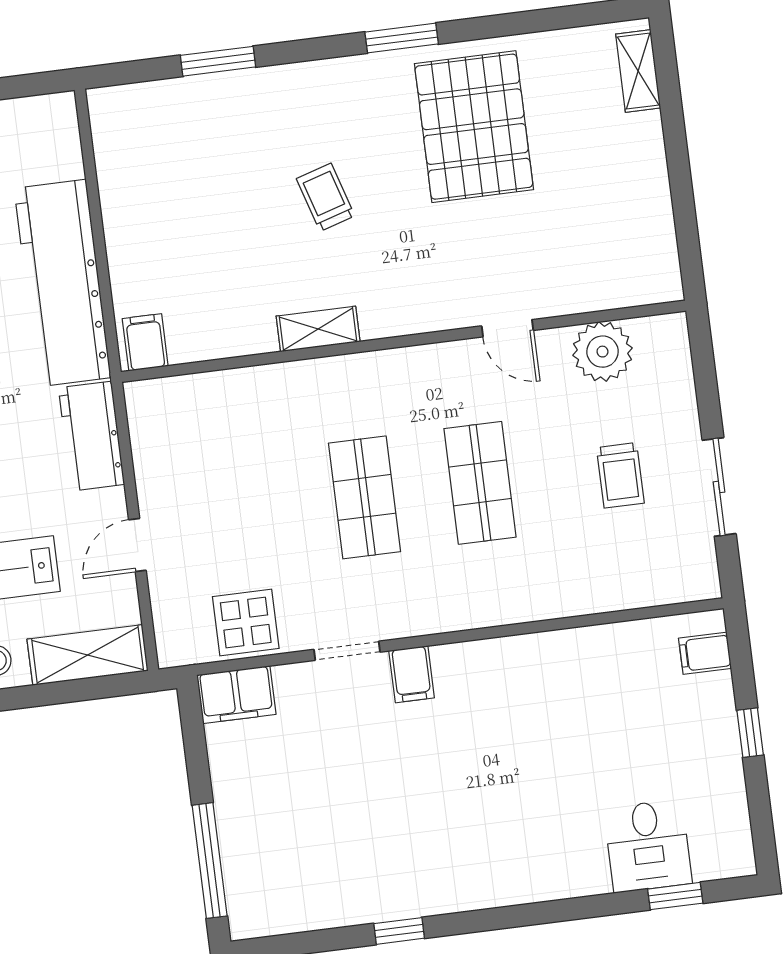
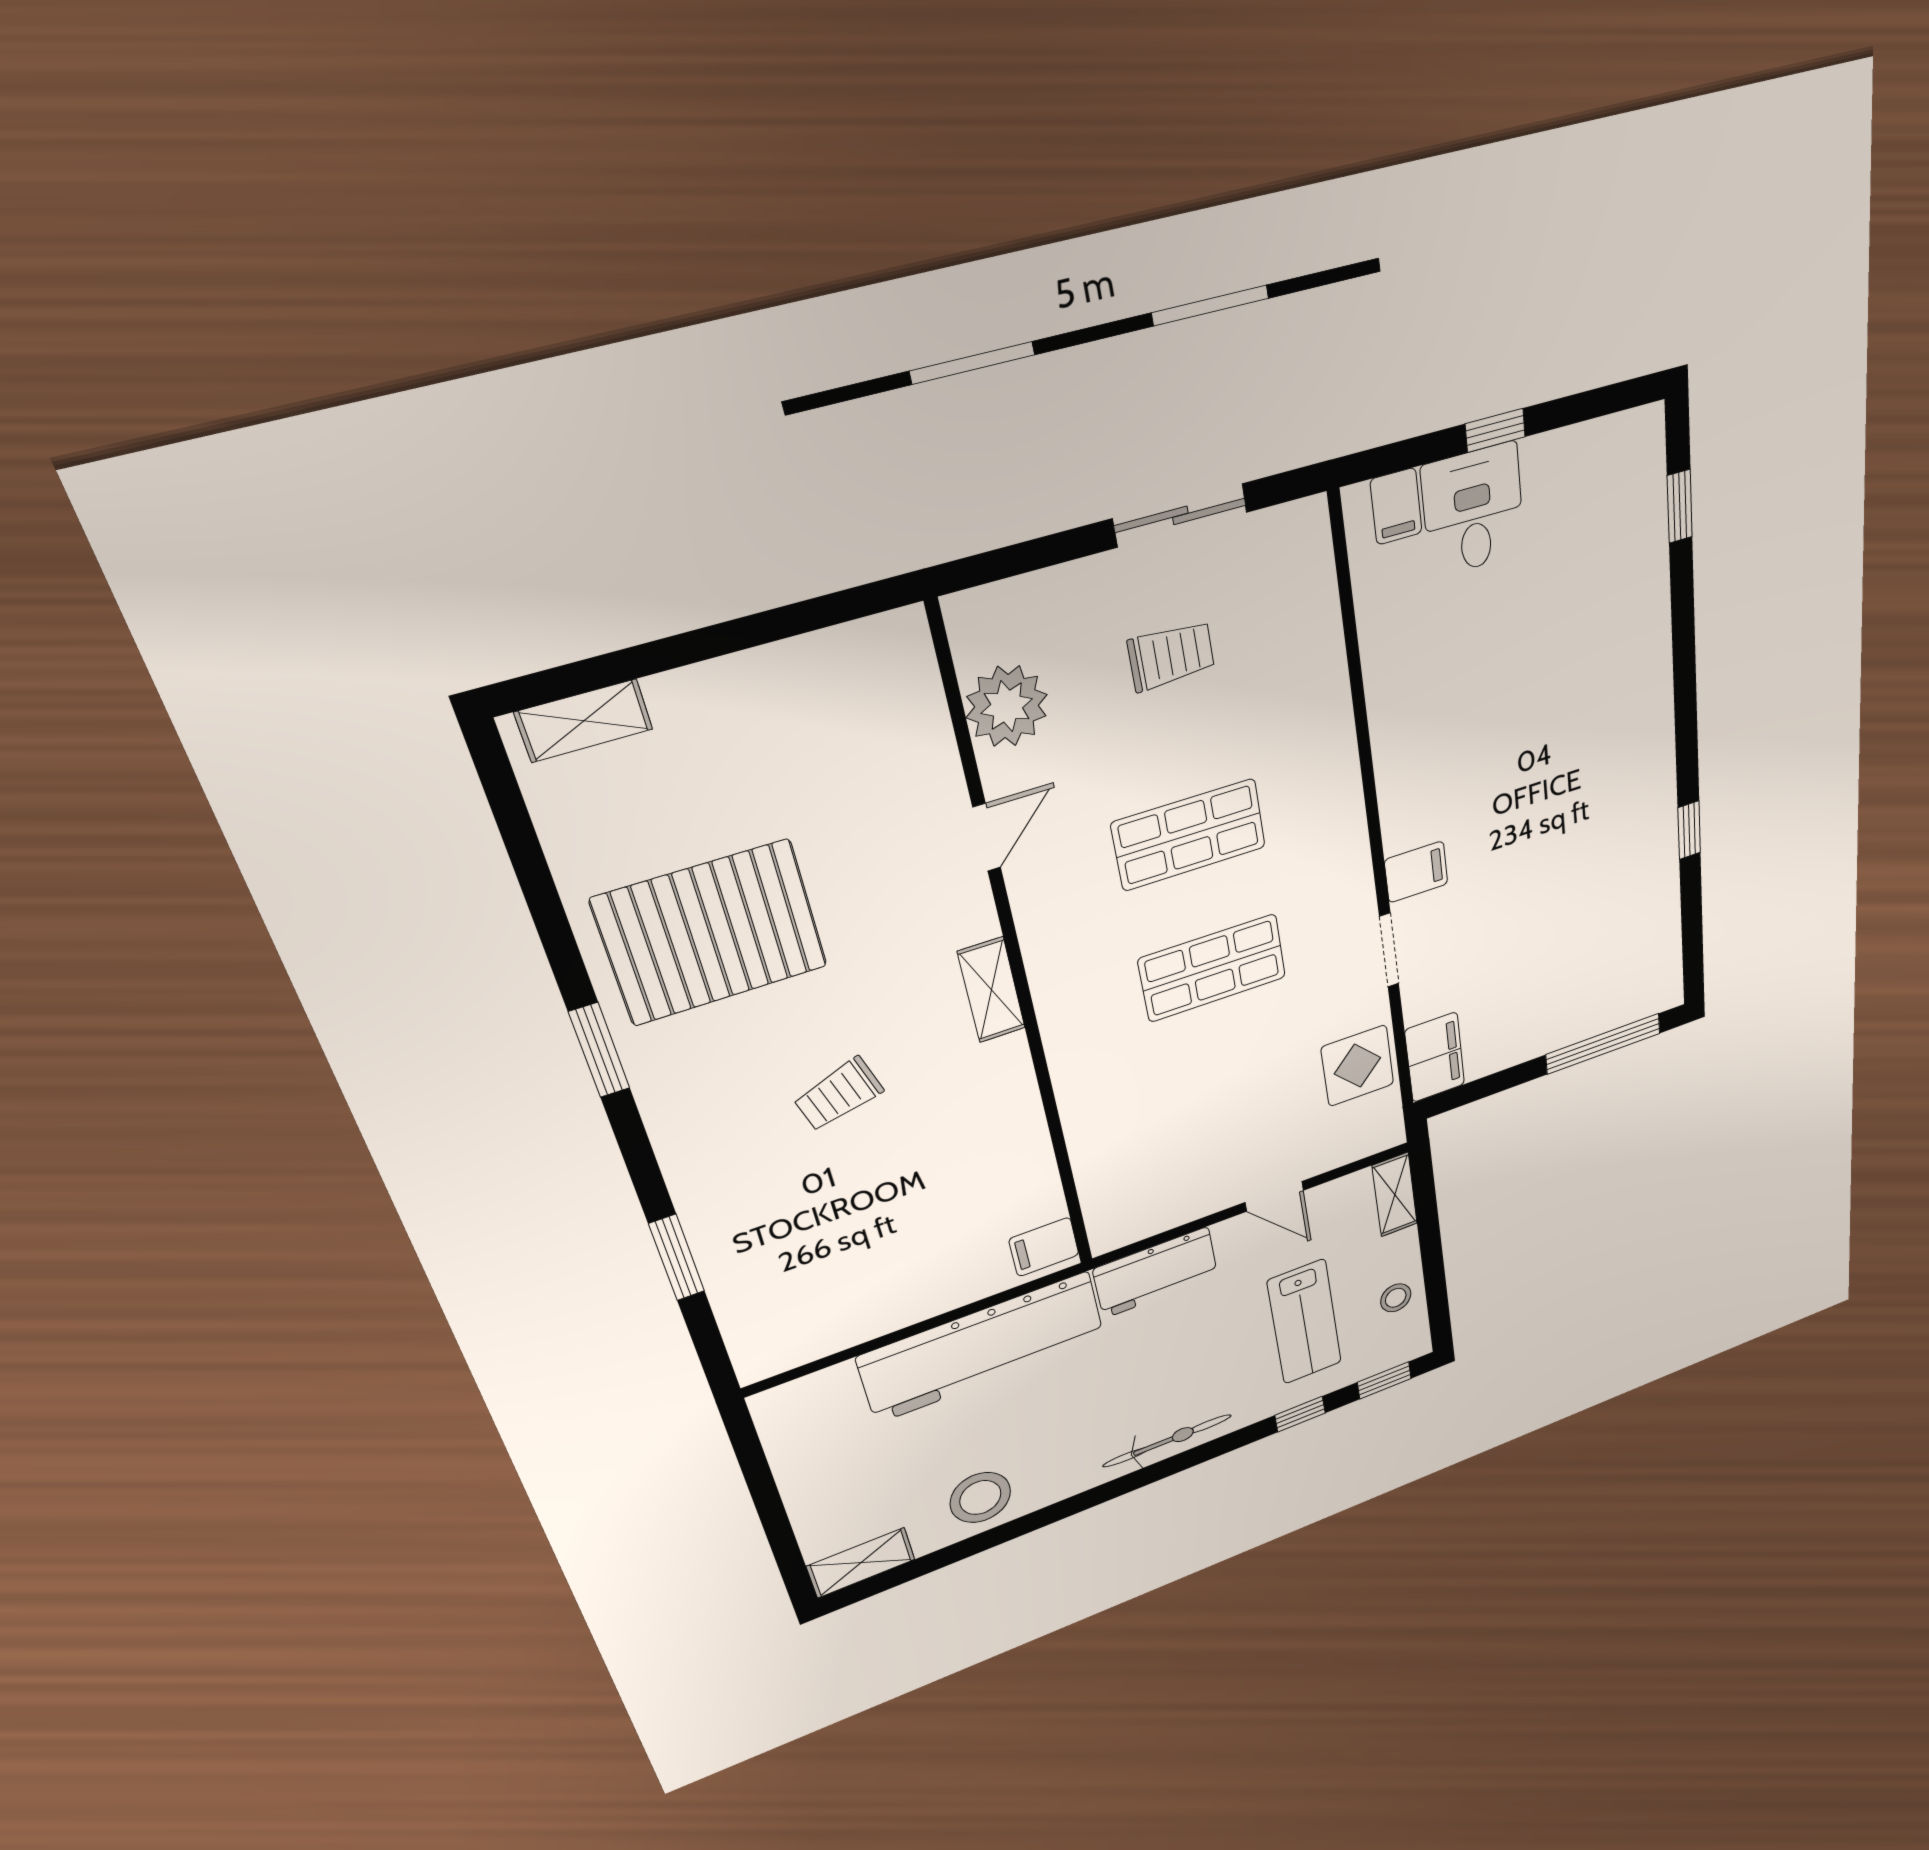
shelving: (318, 329) -> (991, 990), moved
shelving: (88, 655) -> (1395, 1195), width x0.67, depth x0.75
desk: (648, 846) -> (1473, 510), moved, turned -90

